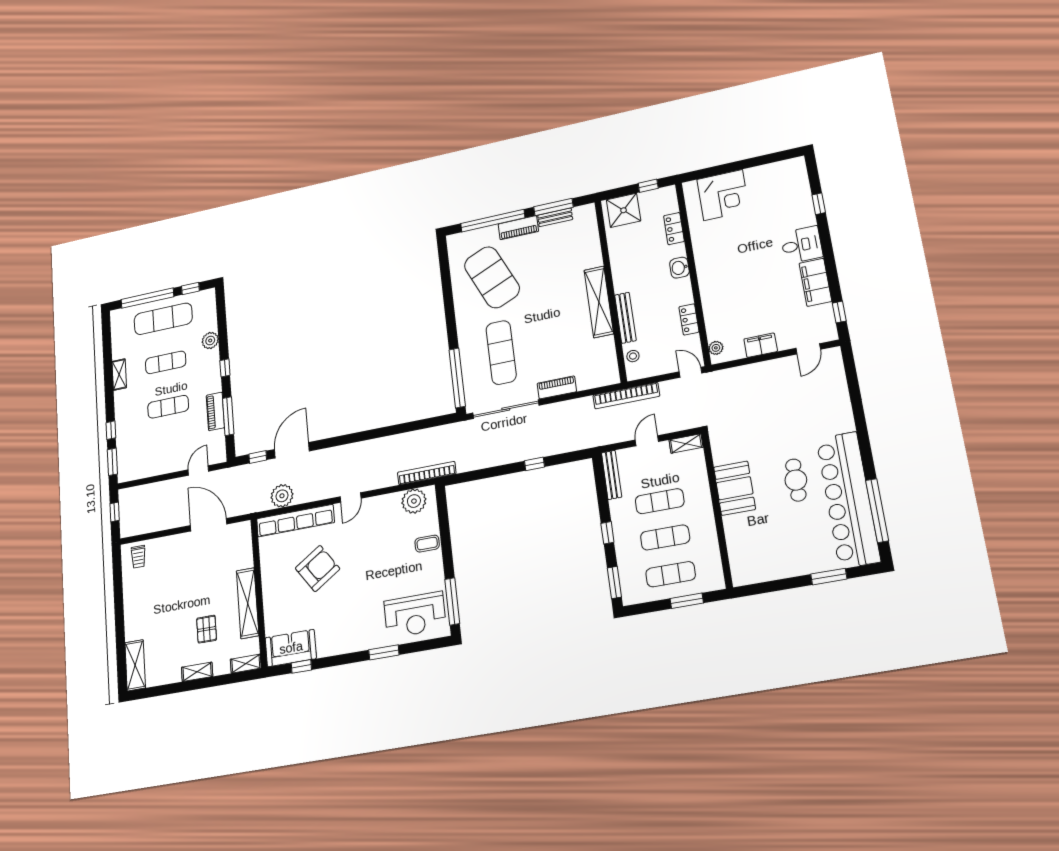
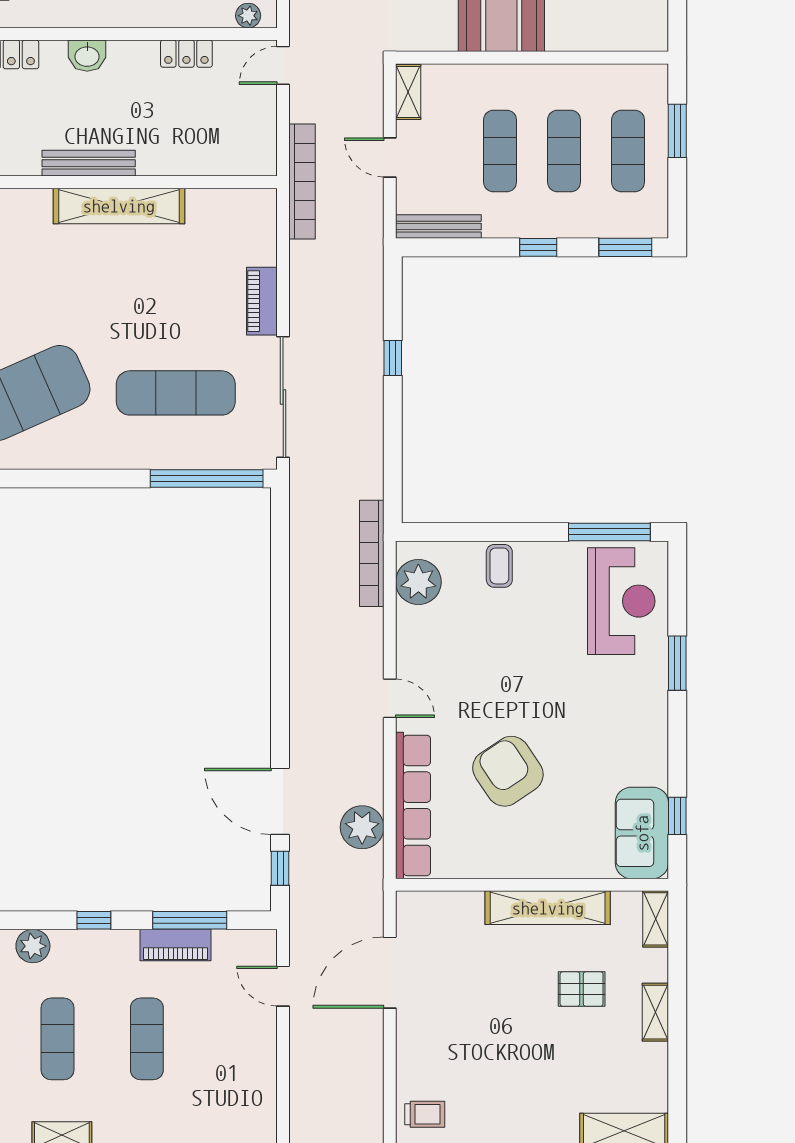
bench: (625, 318) -> (89, 163), moved
stool: (633, 356) -> (233, 160), removed

